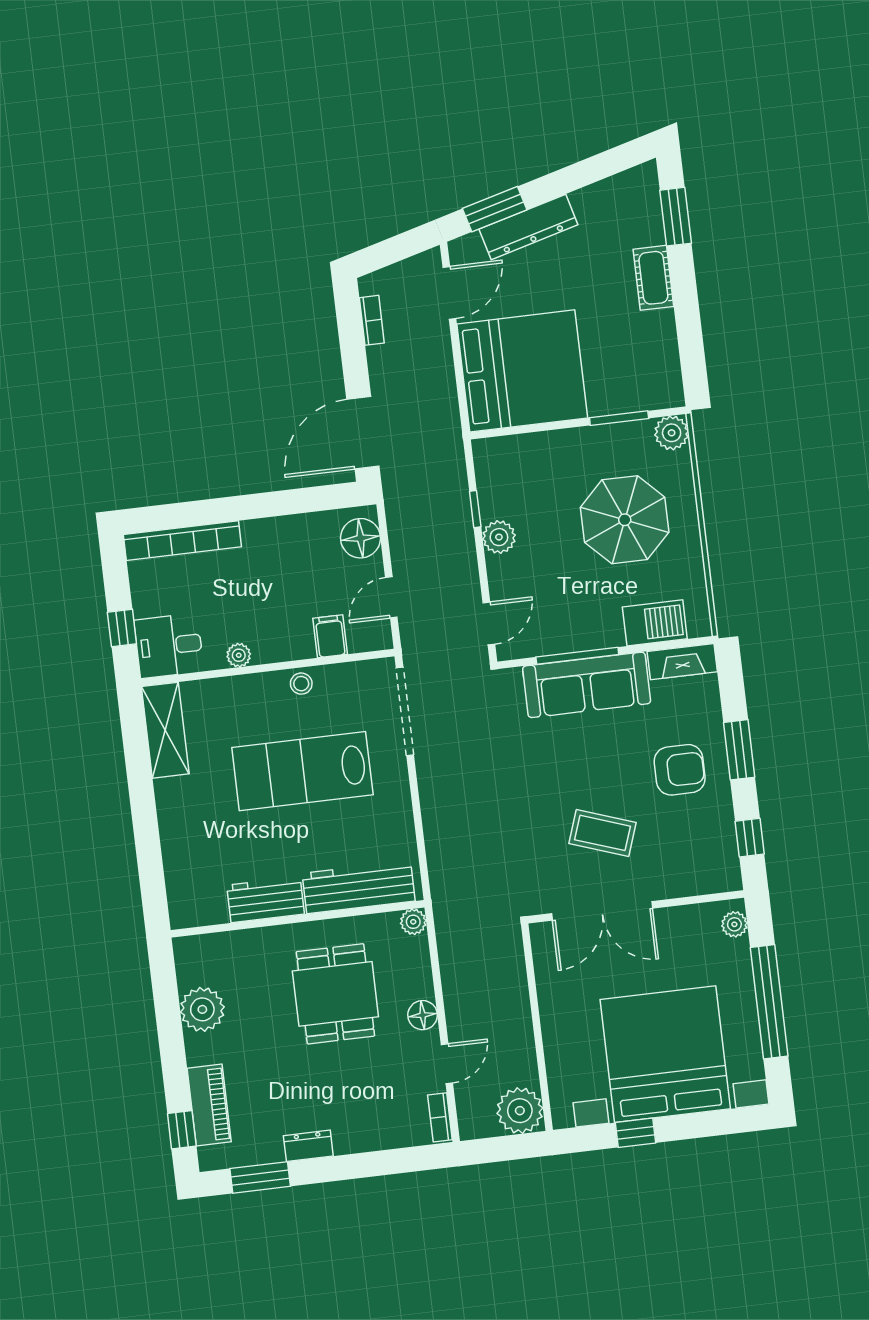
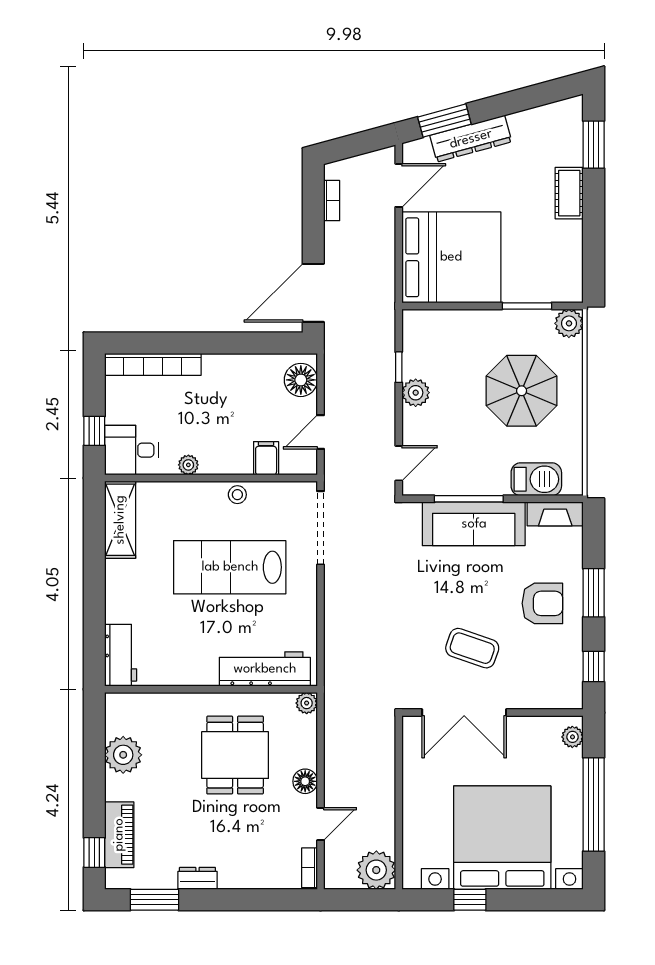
workbench: (266, 900) -> (121, 655), moved, turned 90

